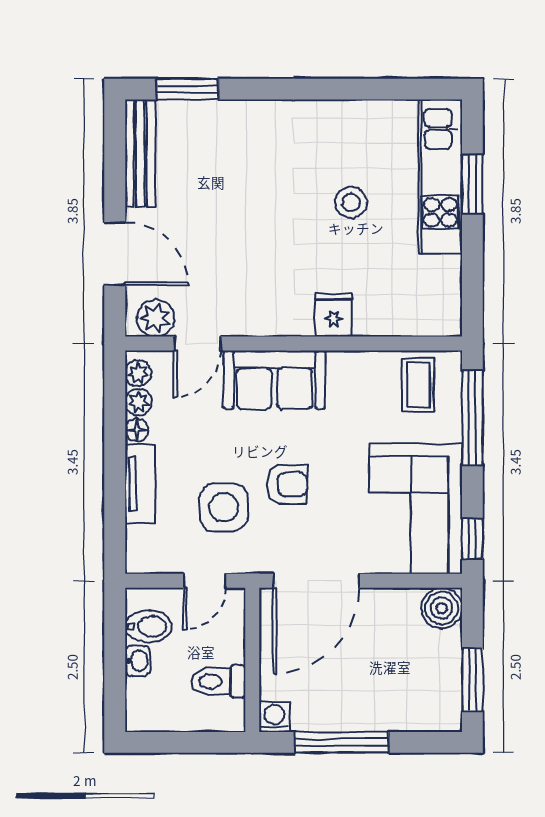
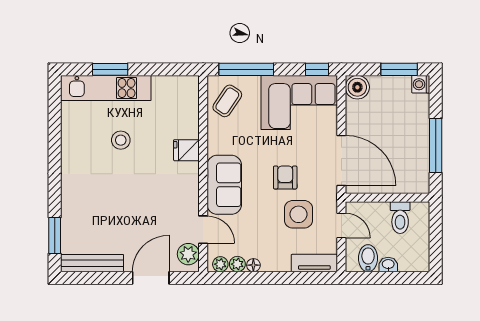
coffee table: (418, 385) -> (227, 101), turned -56
tv unit: (140, 484) -> (314, 263), moved
washing machine: (274, 717) -> (421, 84), moved

